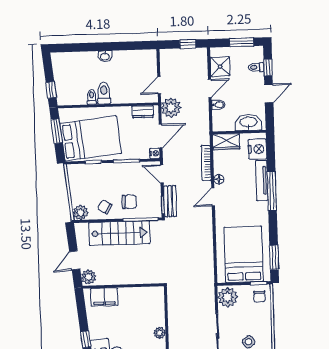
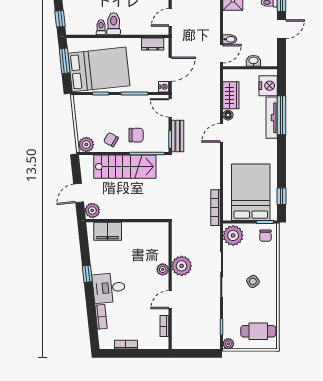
door: (210, 88) -> (222, 54), moved
plant: (171, 108) -> (182, 266), moved
washbasin: (248, 122) -> (253, 61), width x0.52, depth x0.69
wardrobe: (226, 142) -> (231, 95), moved, turned -90
bookcase: (206, 163) -> (216, 208), moved
window: (272, 191) -> (282, 115), moved
window: (274, 257) -> (282, 196), width x0.67

